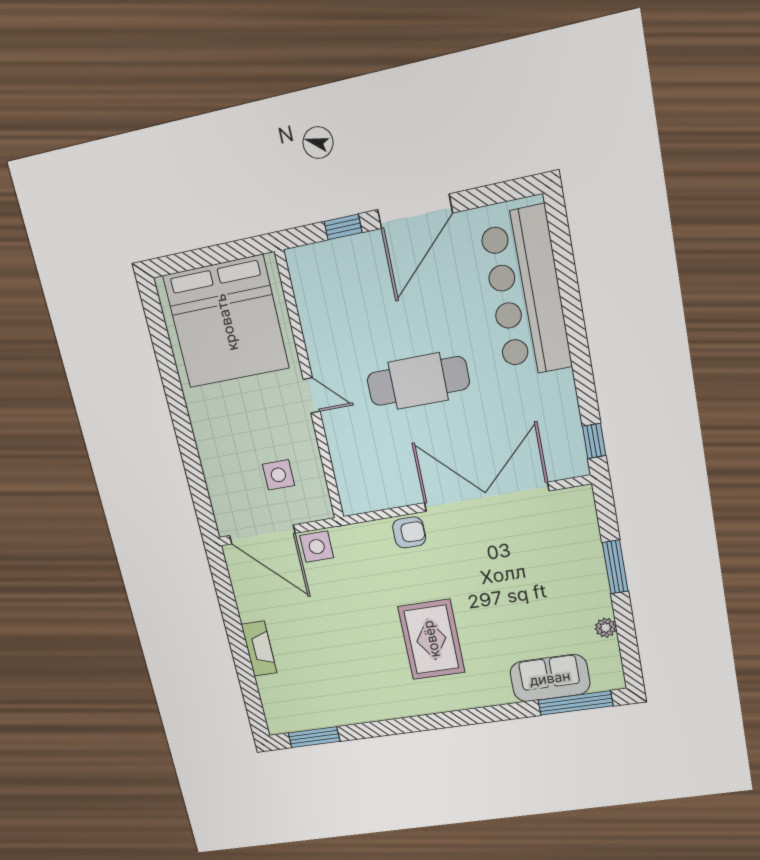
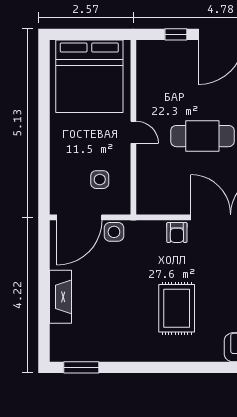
armchair: (409, 532) -> (177, 233), turned 90
door: (262, 534) -> (79, 217), hinge flipped
fireplace: (259, 649) -> (60, 297), width x1.37, depth x1.32

